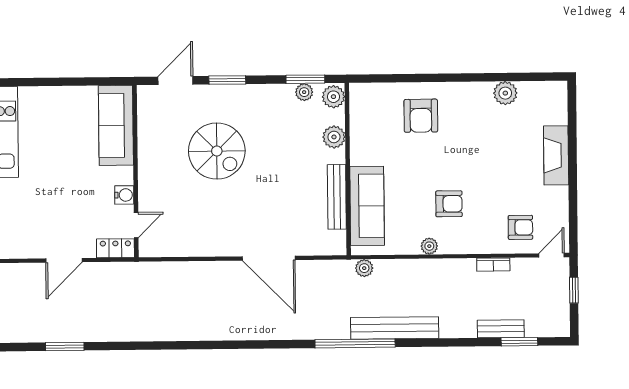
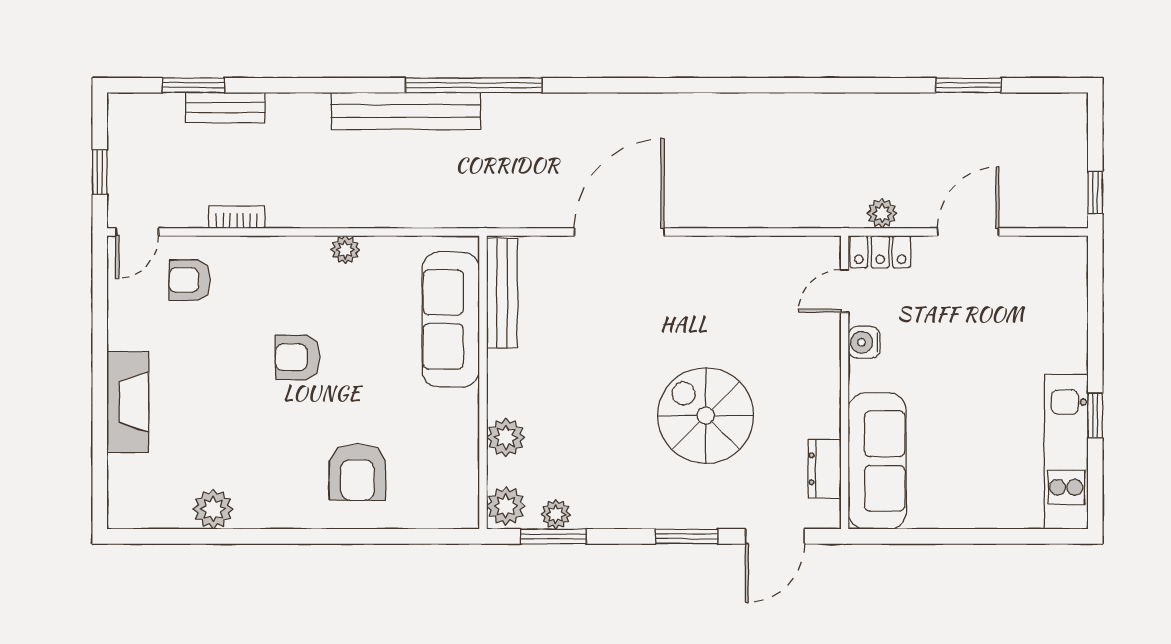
armchair: (421, 116) -> (357, 472), turned 180
dresser: (147, 121) -> (825, 469), added
bench: (337, 197) -> (502, 293), moved
armchair: (449, 204) -> (298, 357), moved
door: (269, 258) -> (619, 232), hinge flipped
plant: (364, 268) -> (882, 213), moved

